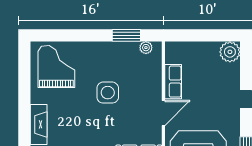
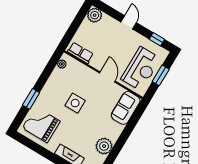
window: (126, 35) -> (31, 99), moved
row of seats: (173, 82) -> (80, 53), moved

